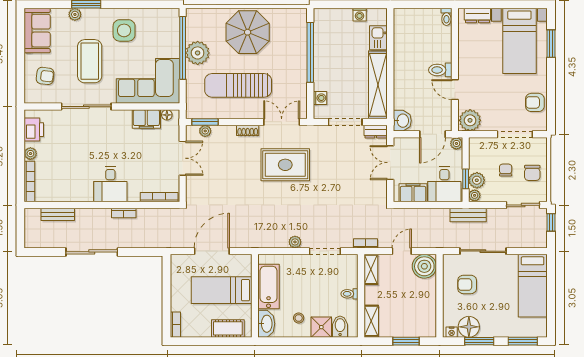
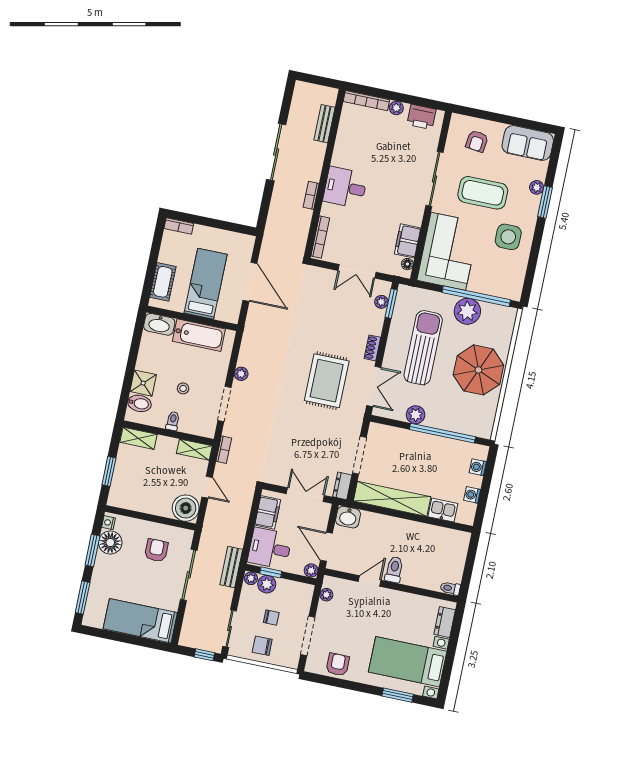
plant: (299, 80) -> (416, 415), added
washing machine: (320, 98) -> (478, 467), moved, turned 90
plant: (470, 120) -> (326, 595), width x0.53, depth x0.53
stool: (299, 318) -> (183, 388), moved

